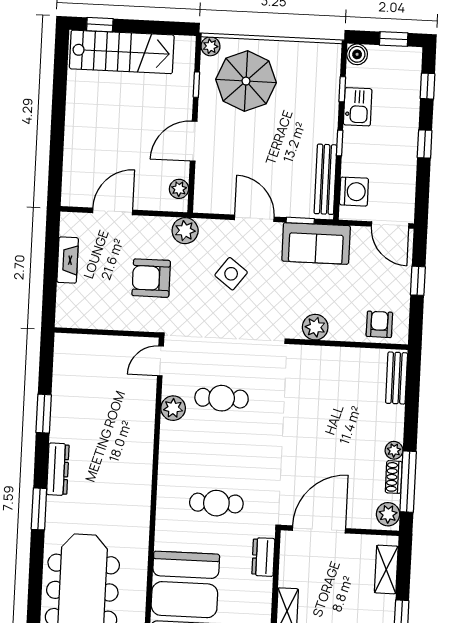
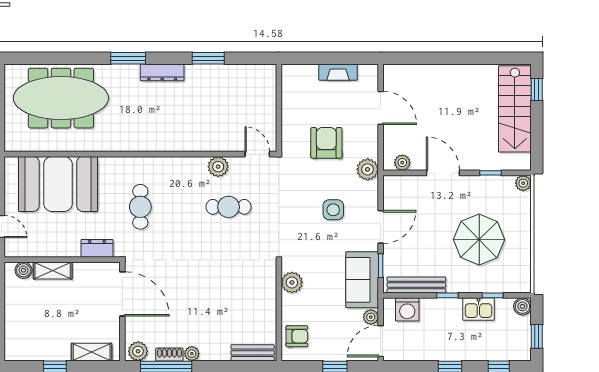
parasol: (246, 81) -> (479, 240), moved
plant: (361, 235) -> (371, 317), added
side table: (231, 274) -> (333, 210), turned -37
cafe table: (222, 398) -> (229, 207), turned 90

